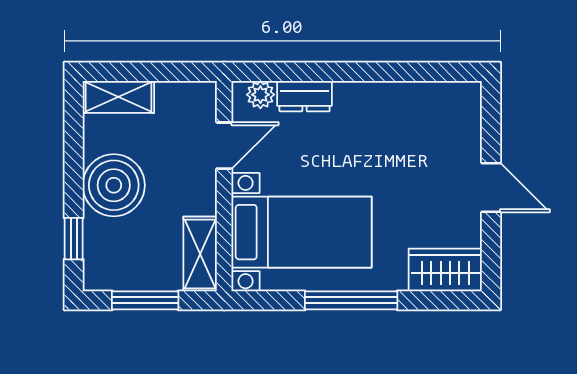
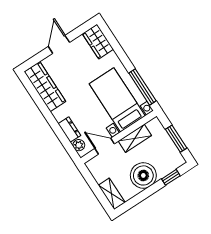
wardrobe: (424, 103) -> (45, 87), added
shelving: (200, 254) -> (135, 138), moved
window: (351, 300) -> (142, 87), moved

